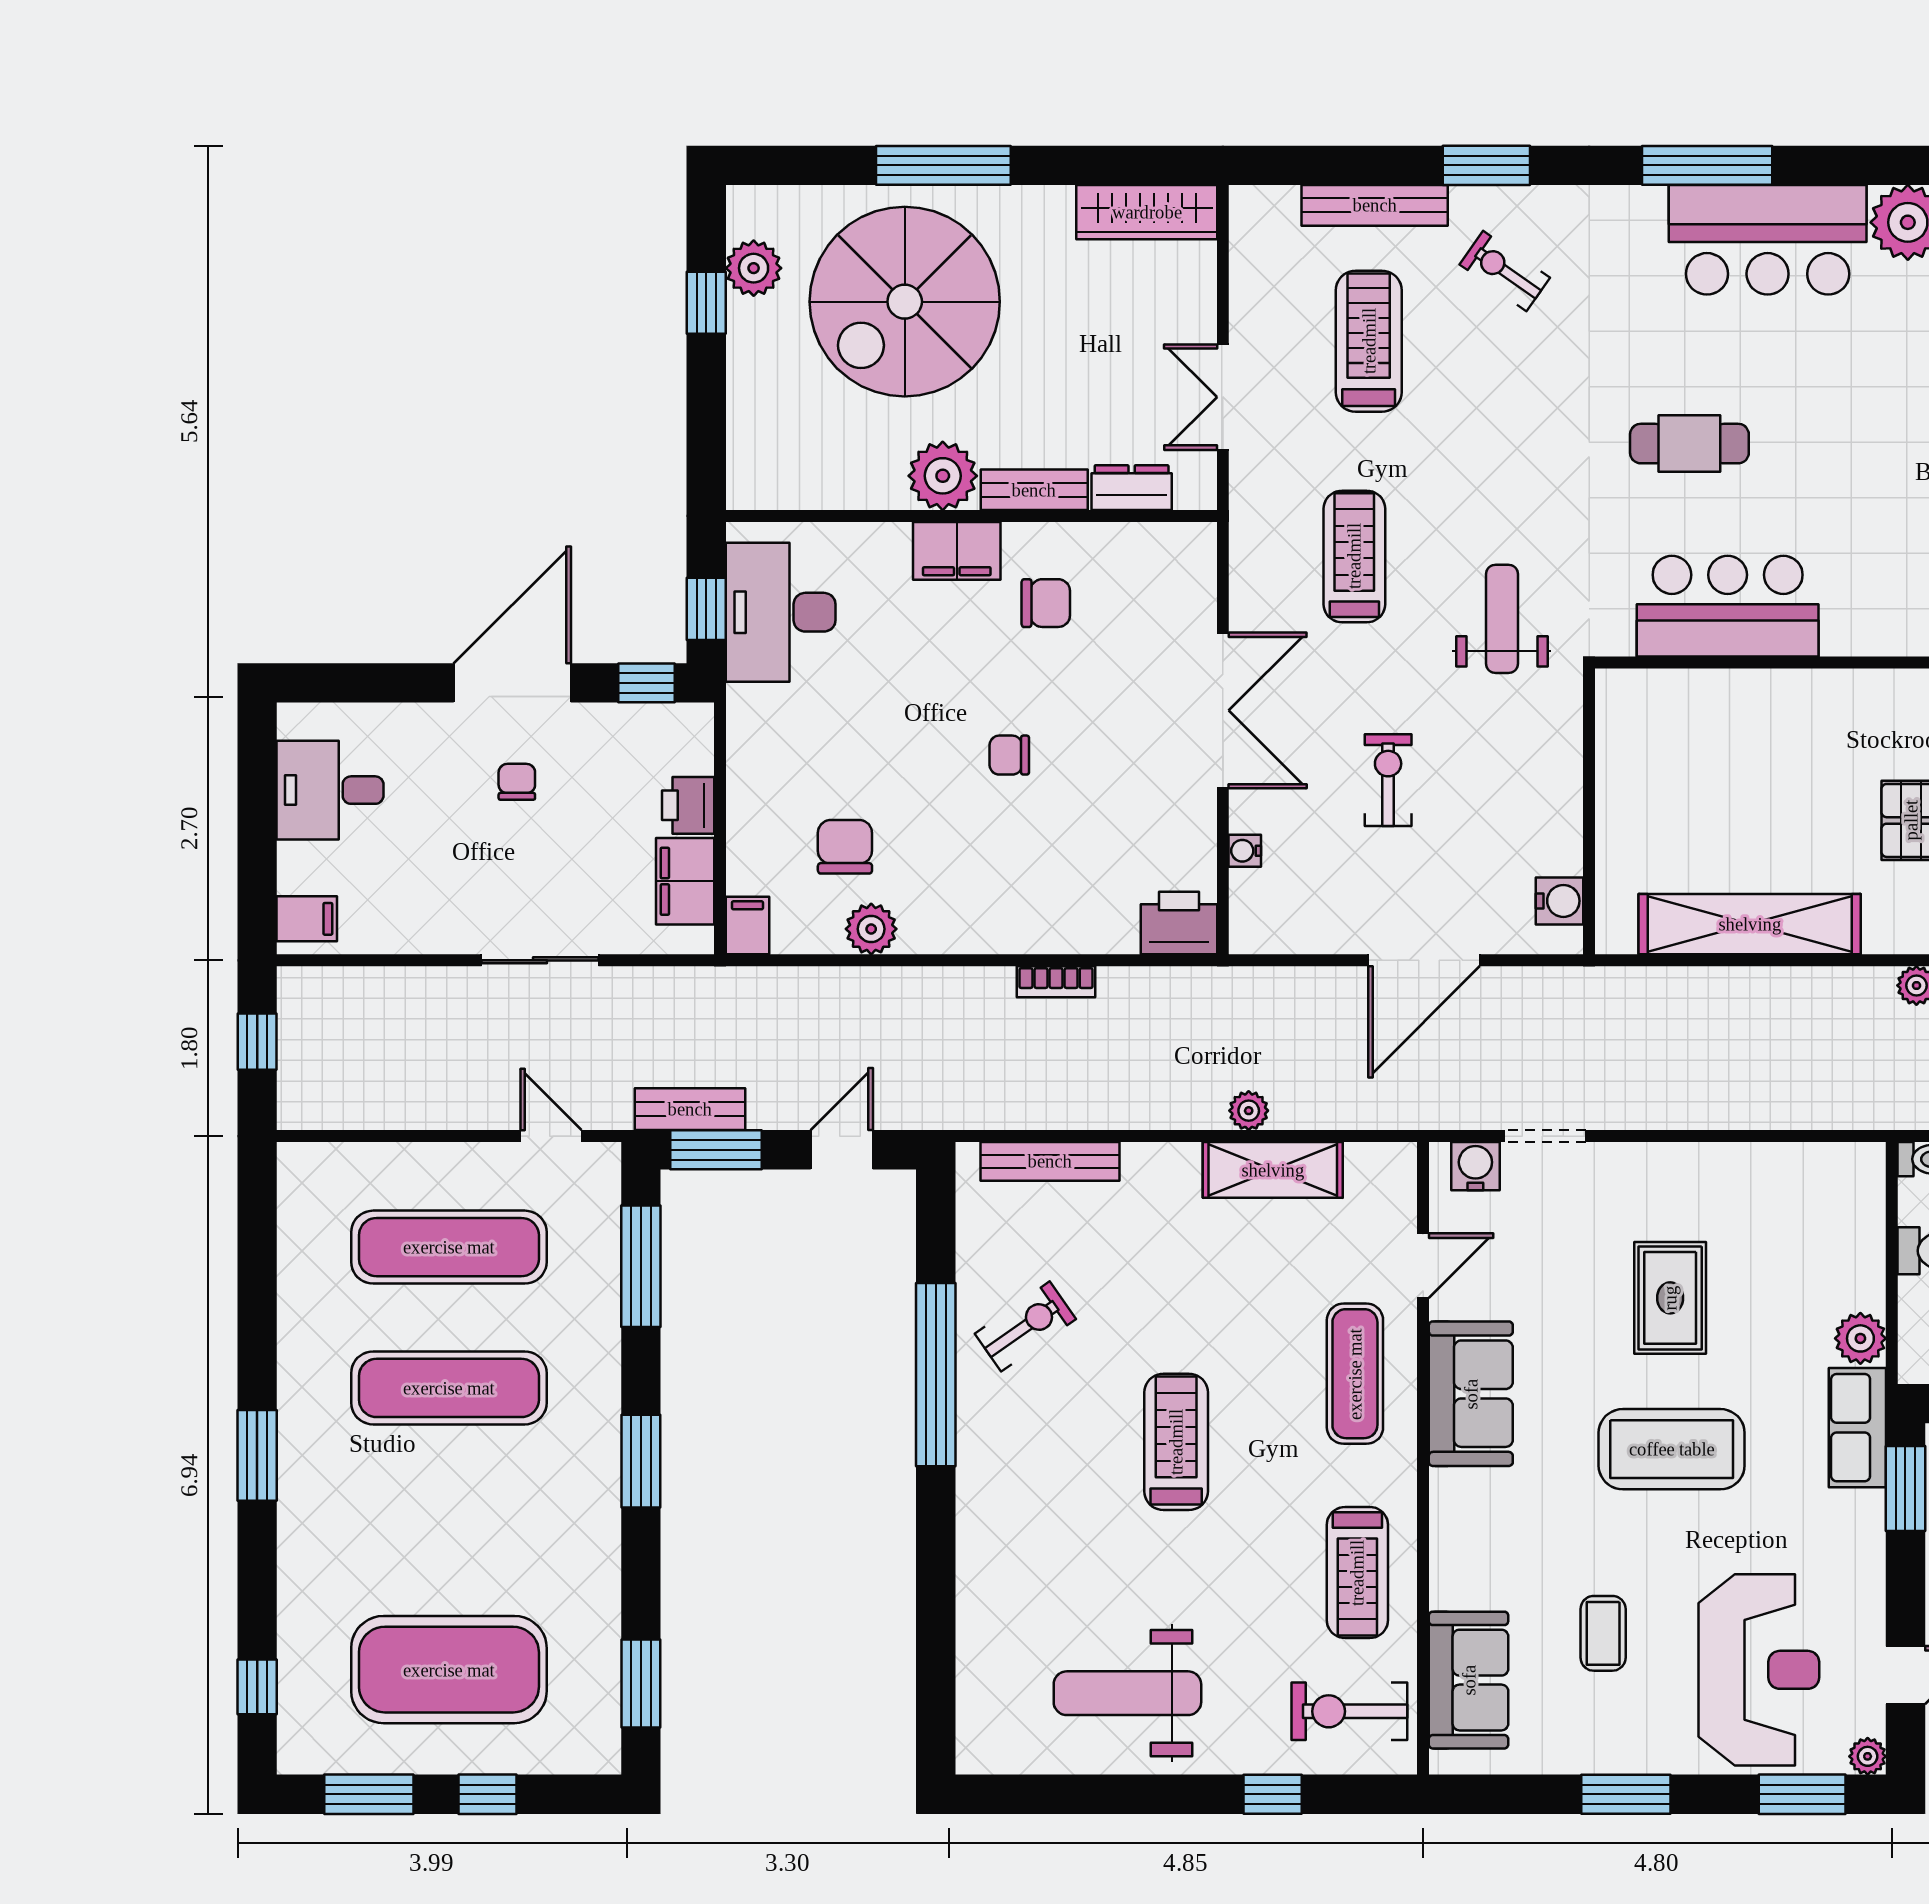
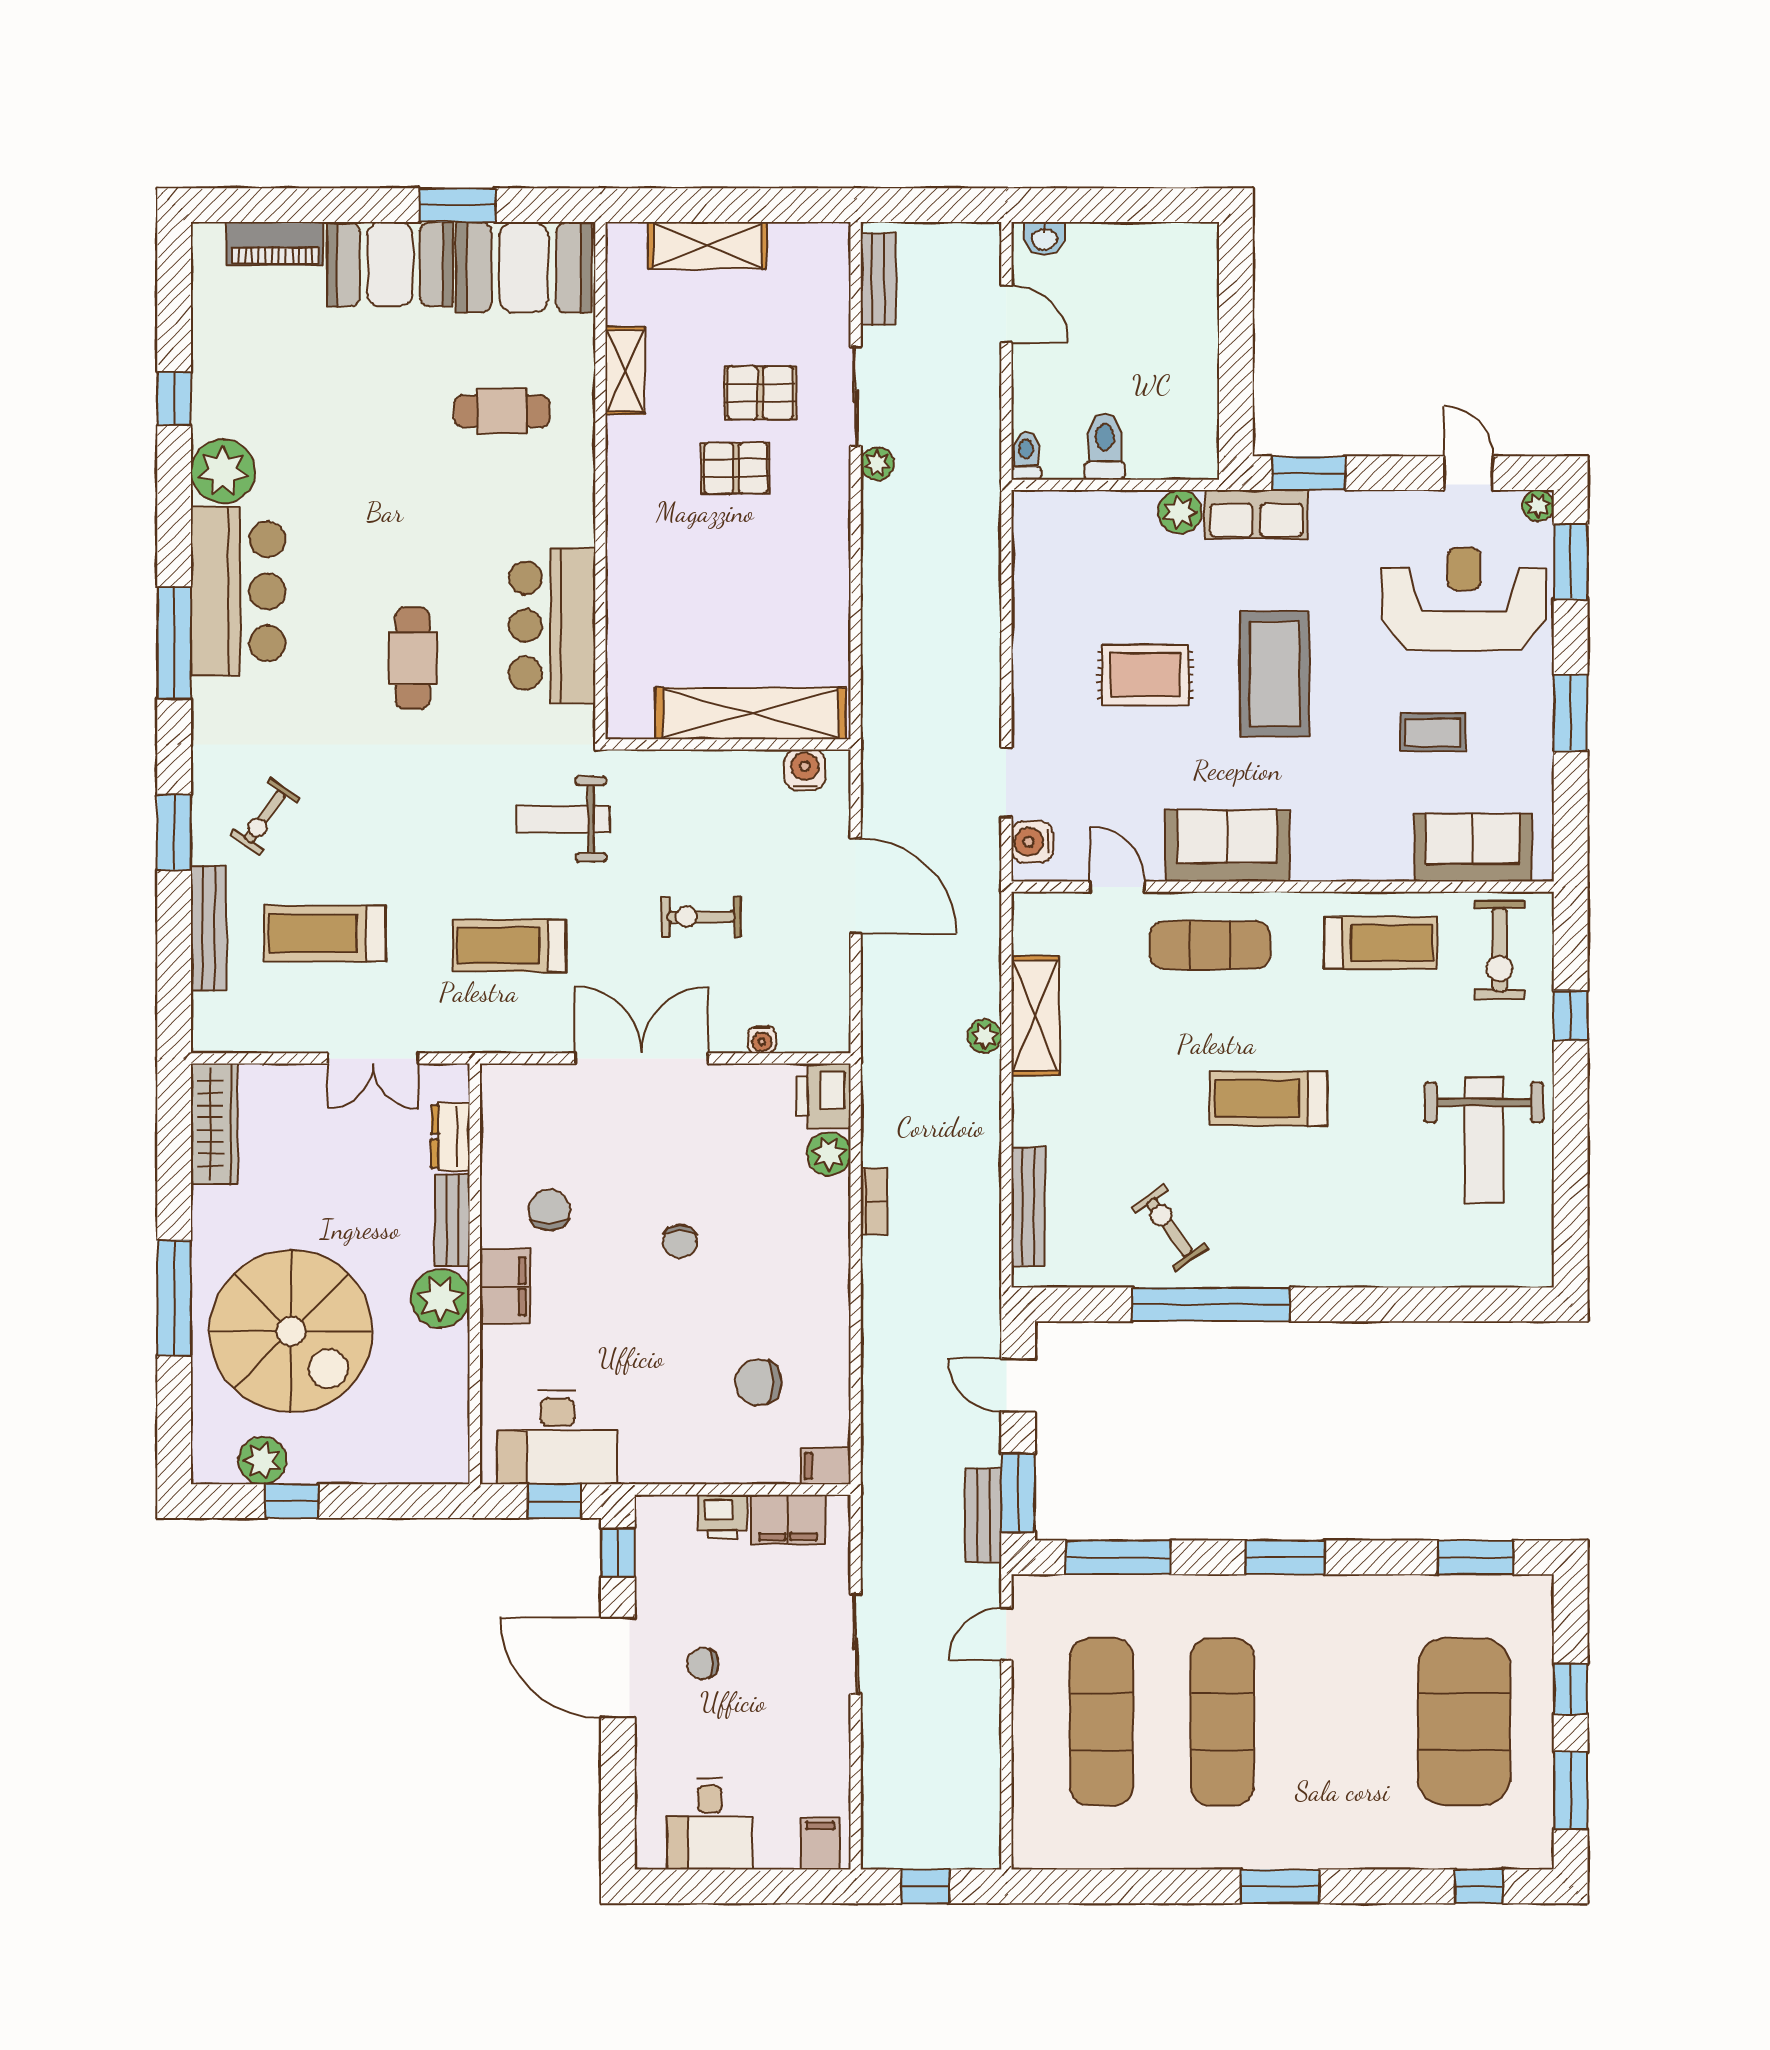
shelving: (1750, 924) -> (750, 713), moved, turned 90
plant: (871, 929) -> (829, 1154), moved

